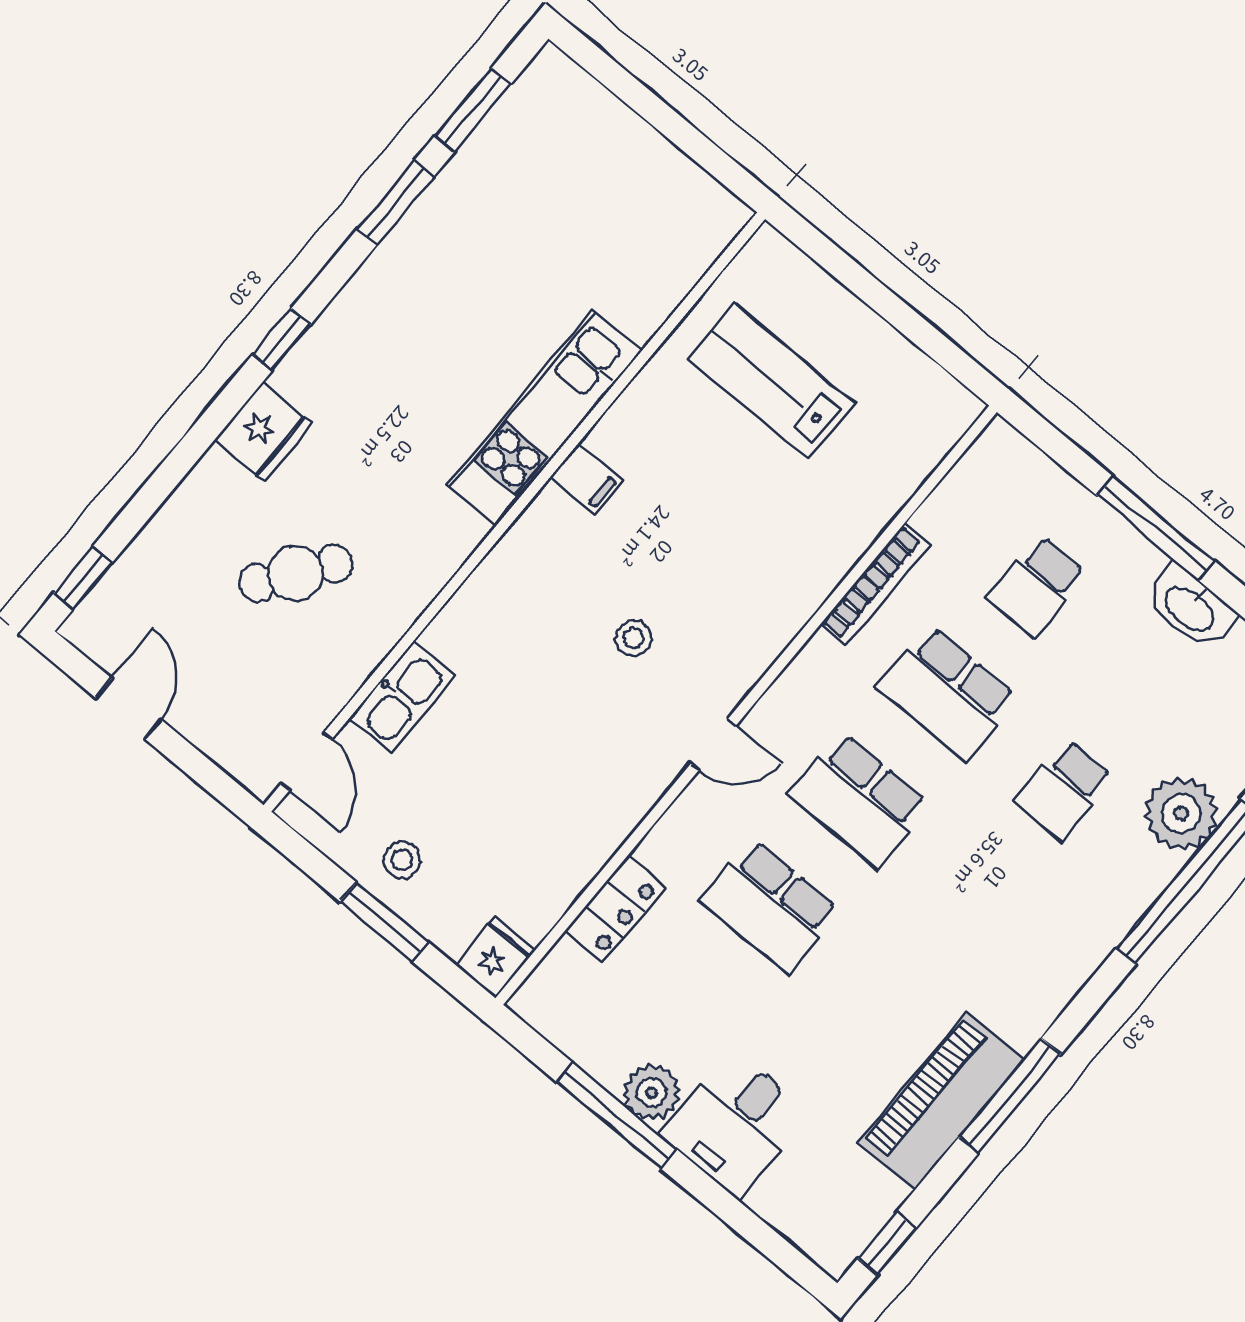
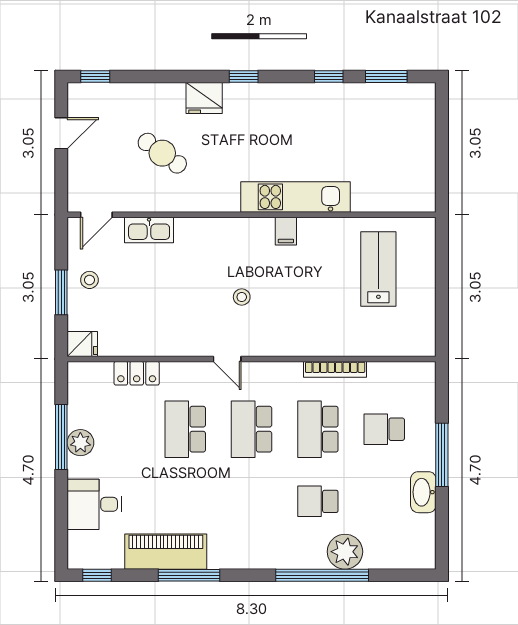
window: (395, 203) -> (329, 76), width x0.67
desk: (735, 1124) -> (94, 504), moved

